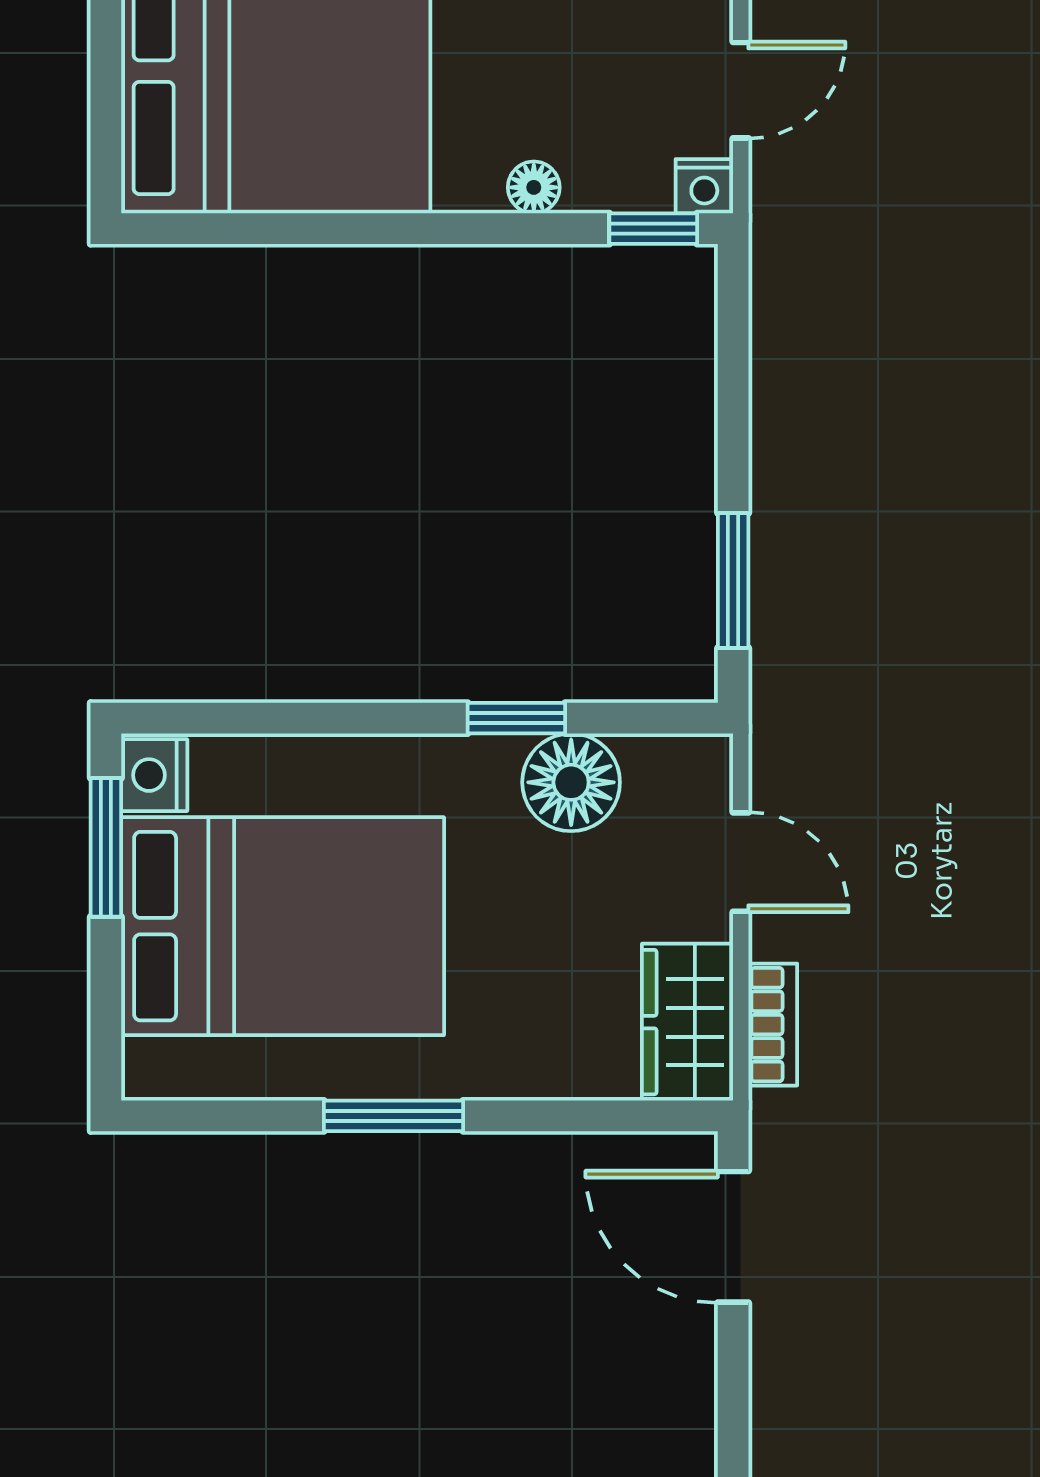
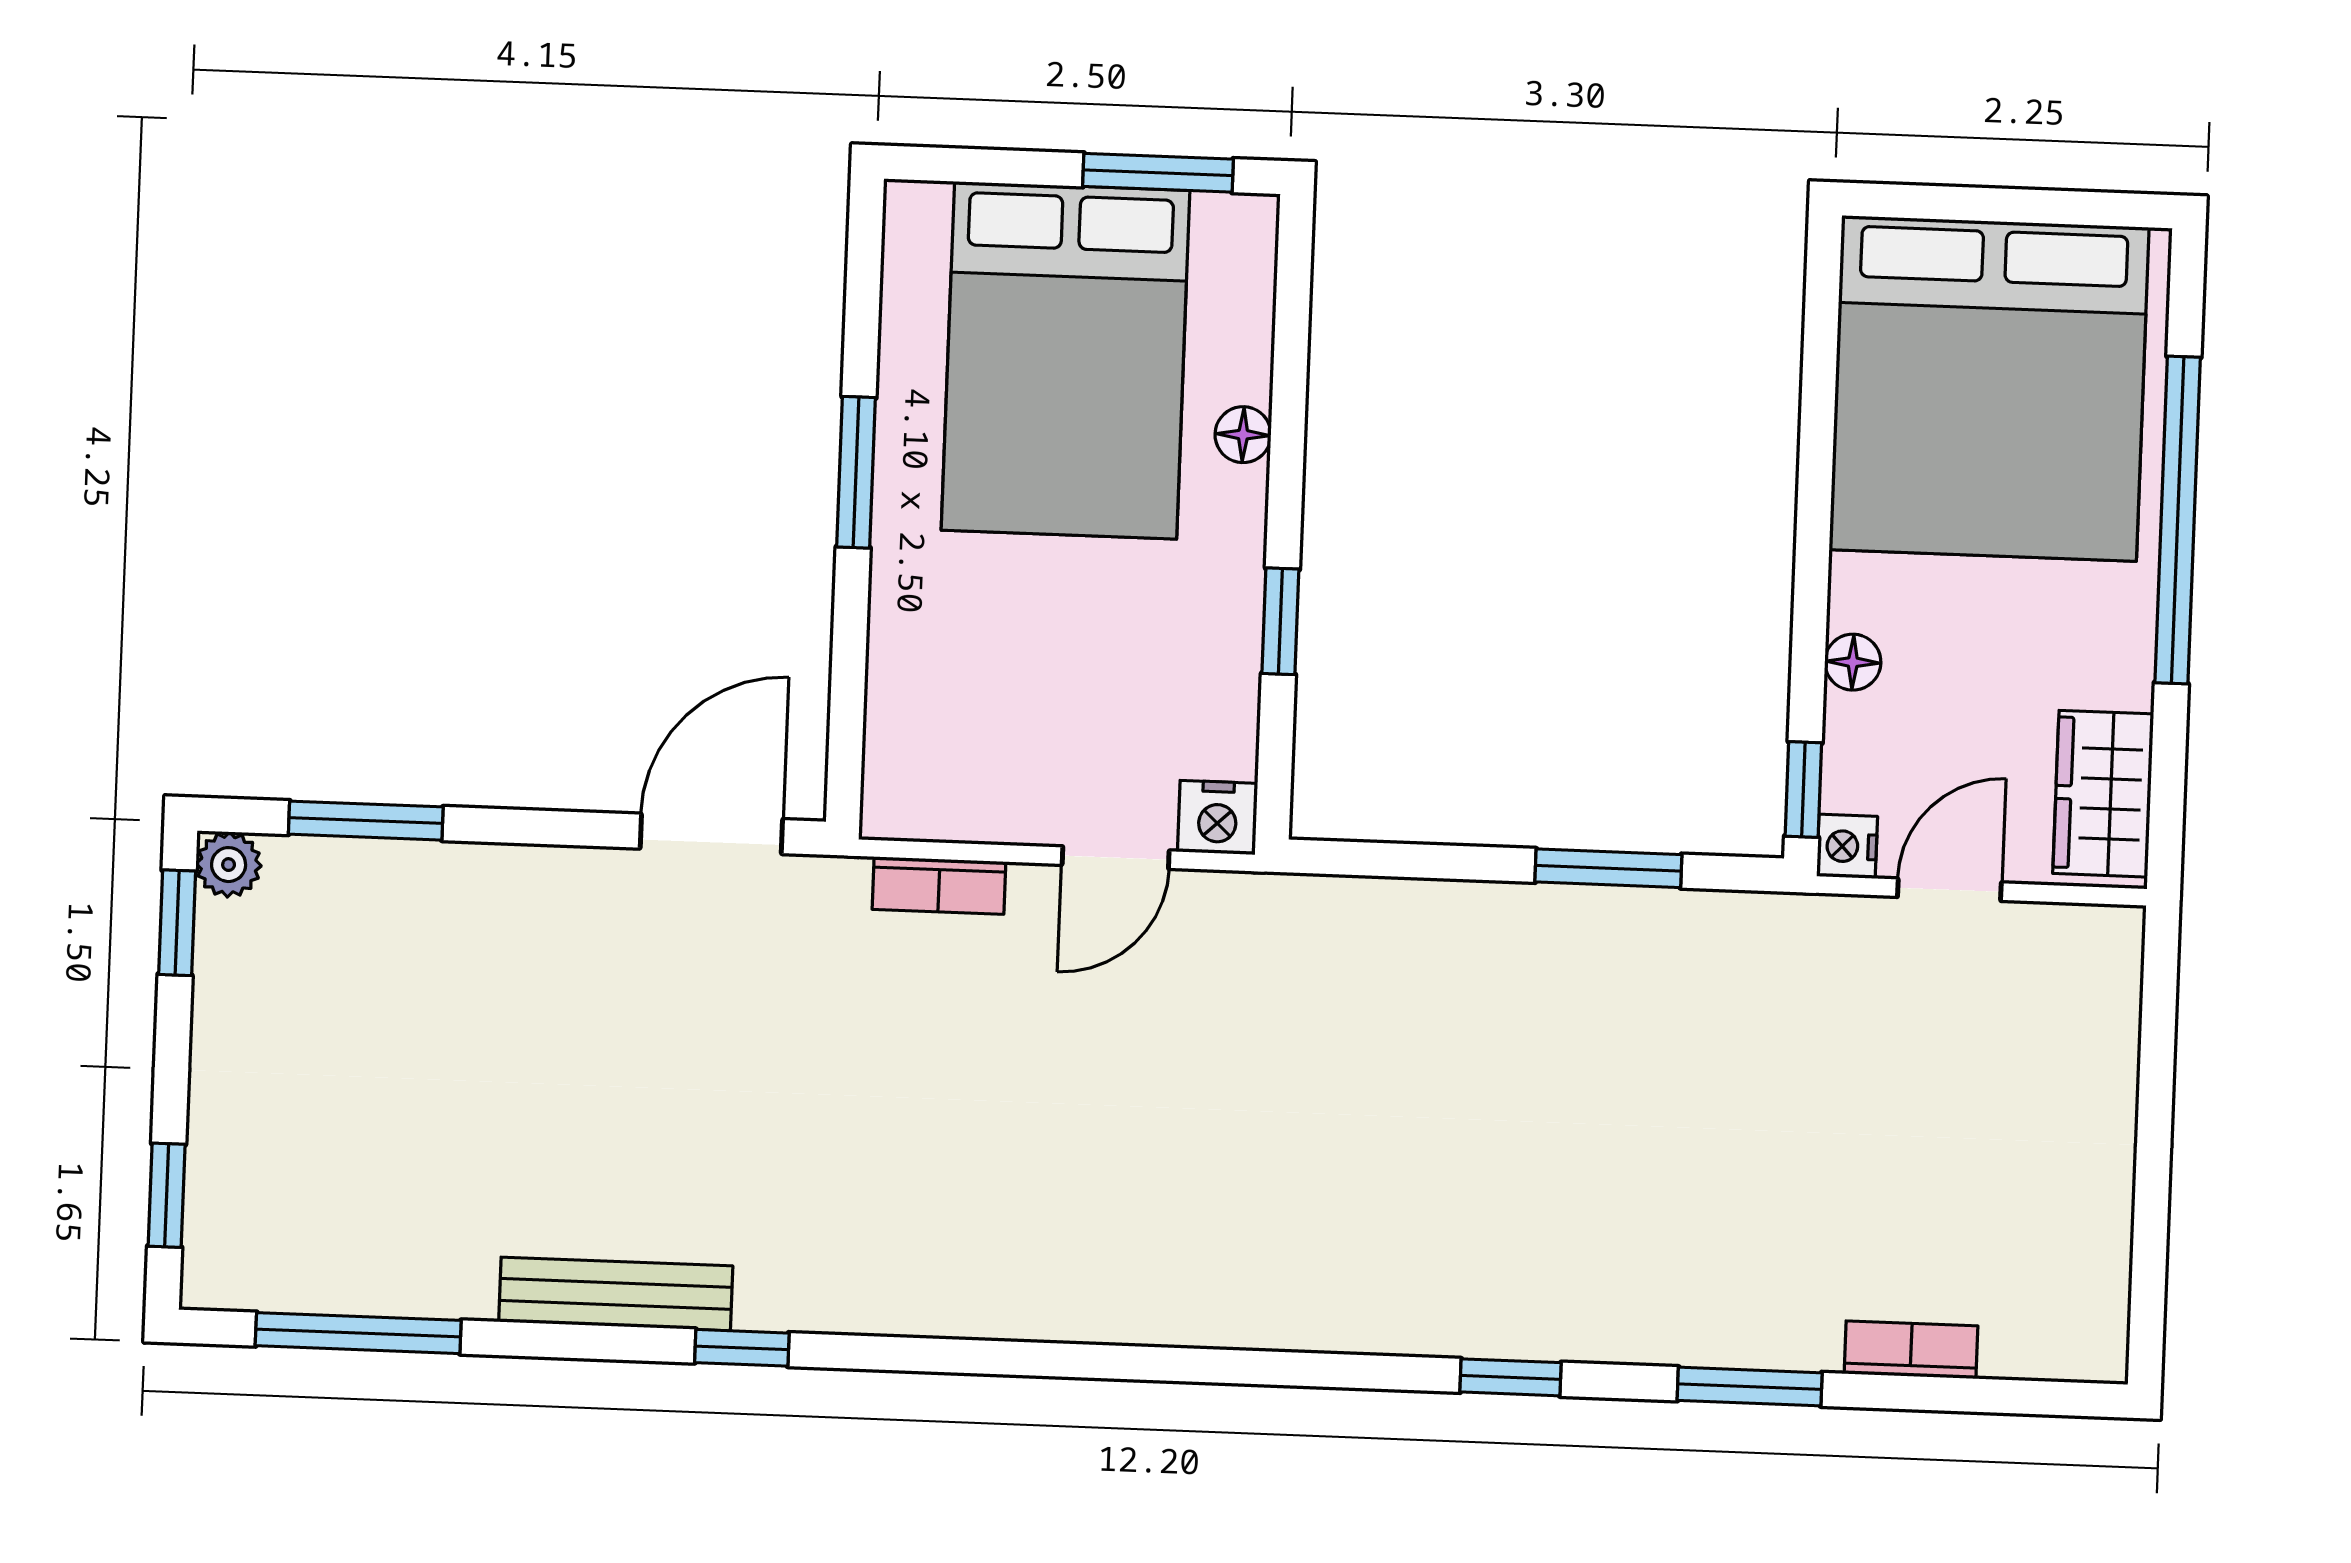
door: (741, 90) -> (1949, 890), swing flipped
window: (733, 581) -> (1608, 868), moved
nightstand: (154, 775) -> (1217, 817), moved, turned 180
floor lamp: (571, 782) -> (1243, 435), moved, width x0.53, depth x0.53
wardrobe: (688, 1022) -> (945, 794), removed

